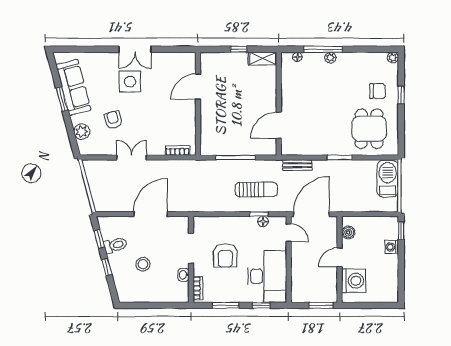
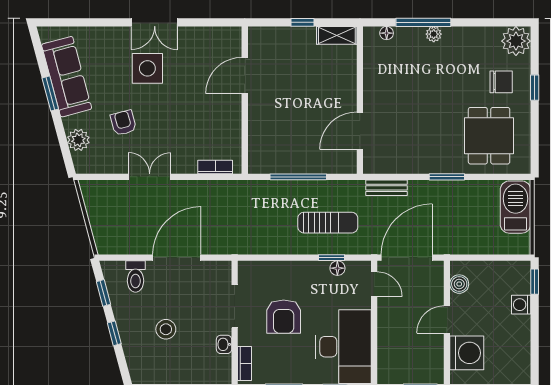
plant: (393, 58) -> (516, 41), width x1.87, depth x1.87
toilet: (115, 245) -> (135, 277), moved, turned 105

